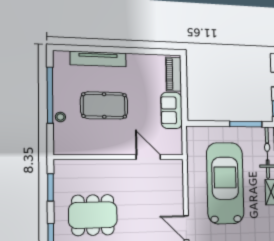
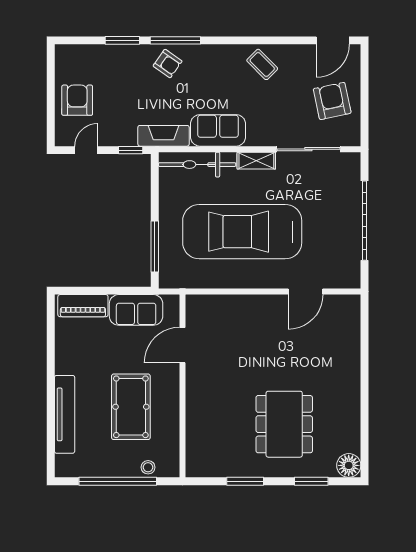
window: (246, 124) -> (155, 247), moved
wall: (120, 157) -> (183, 386), moved
door: (148, 157) -> (183, 345), moved

